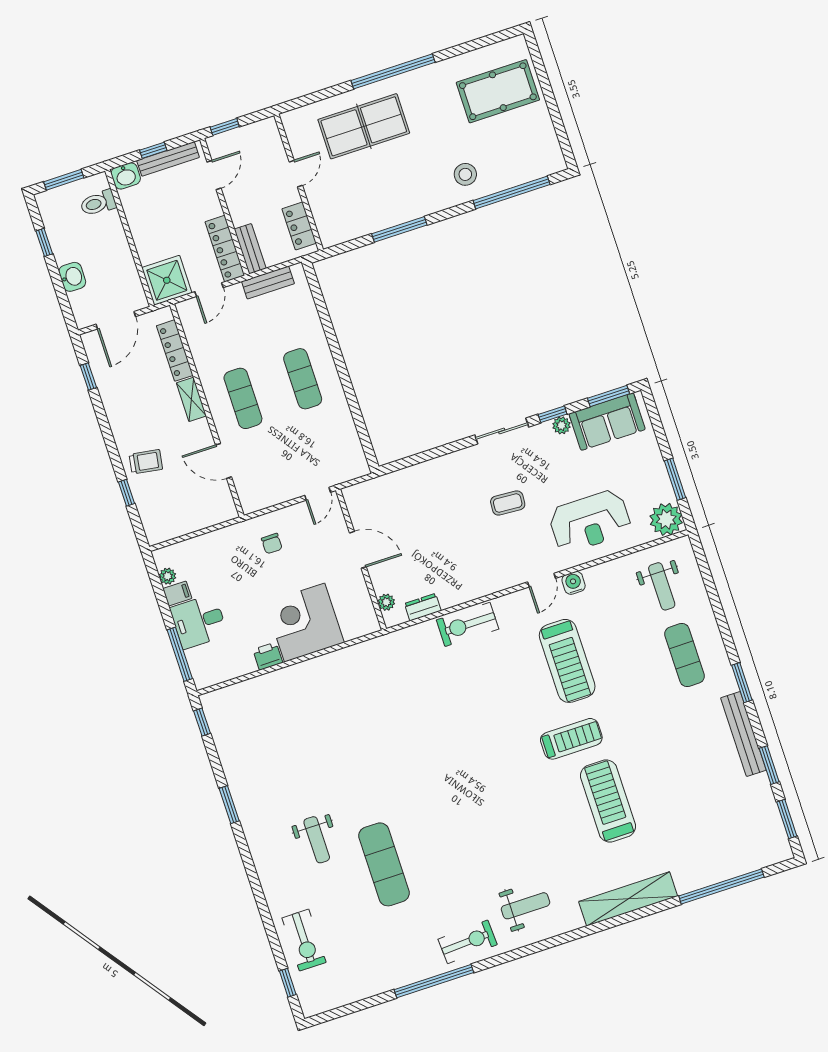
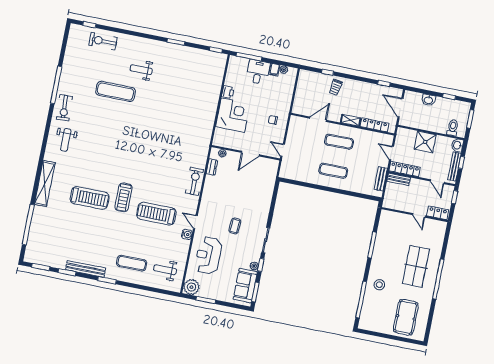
table tennis table: (364, 126) -> (416, 266), moved
locker: (299, 226) -> (438, 213), moved
shower: (167, 280) -> (425, 142), moved

